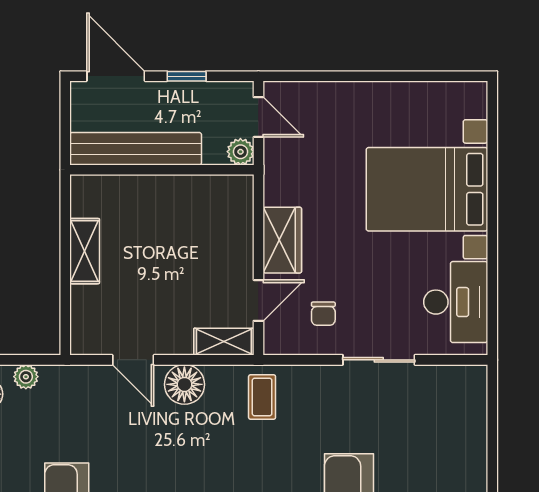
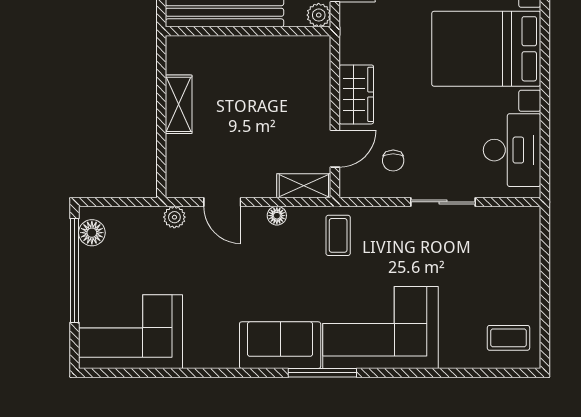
plant: (26, 377) -> (174, 217), moved
floor lamp: (184, 384) -> (277, 216), width x0.53, depth x0.53

